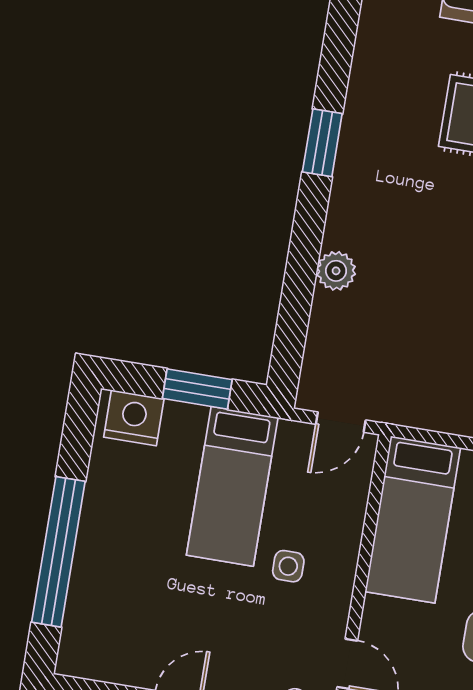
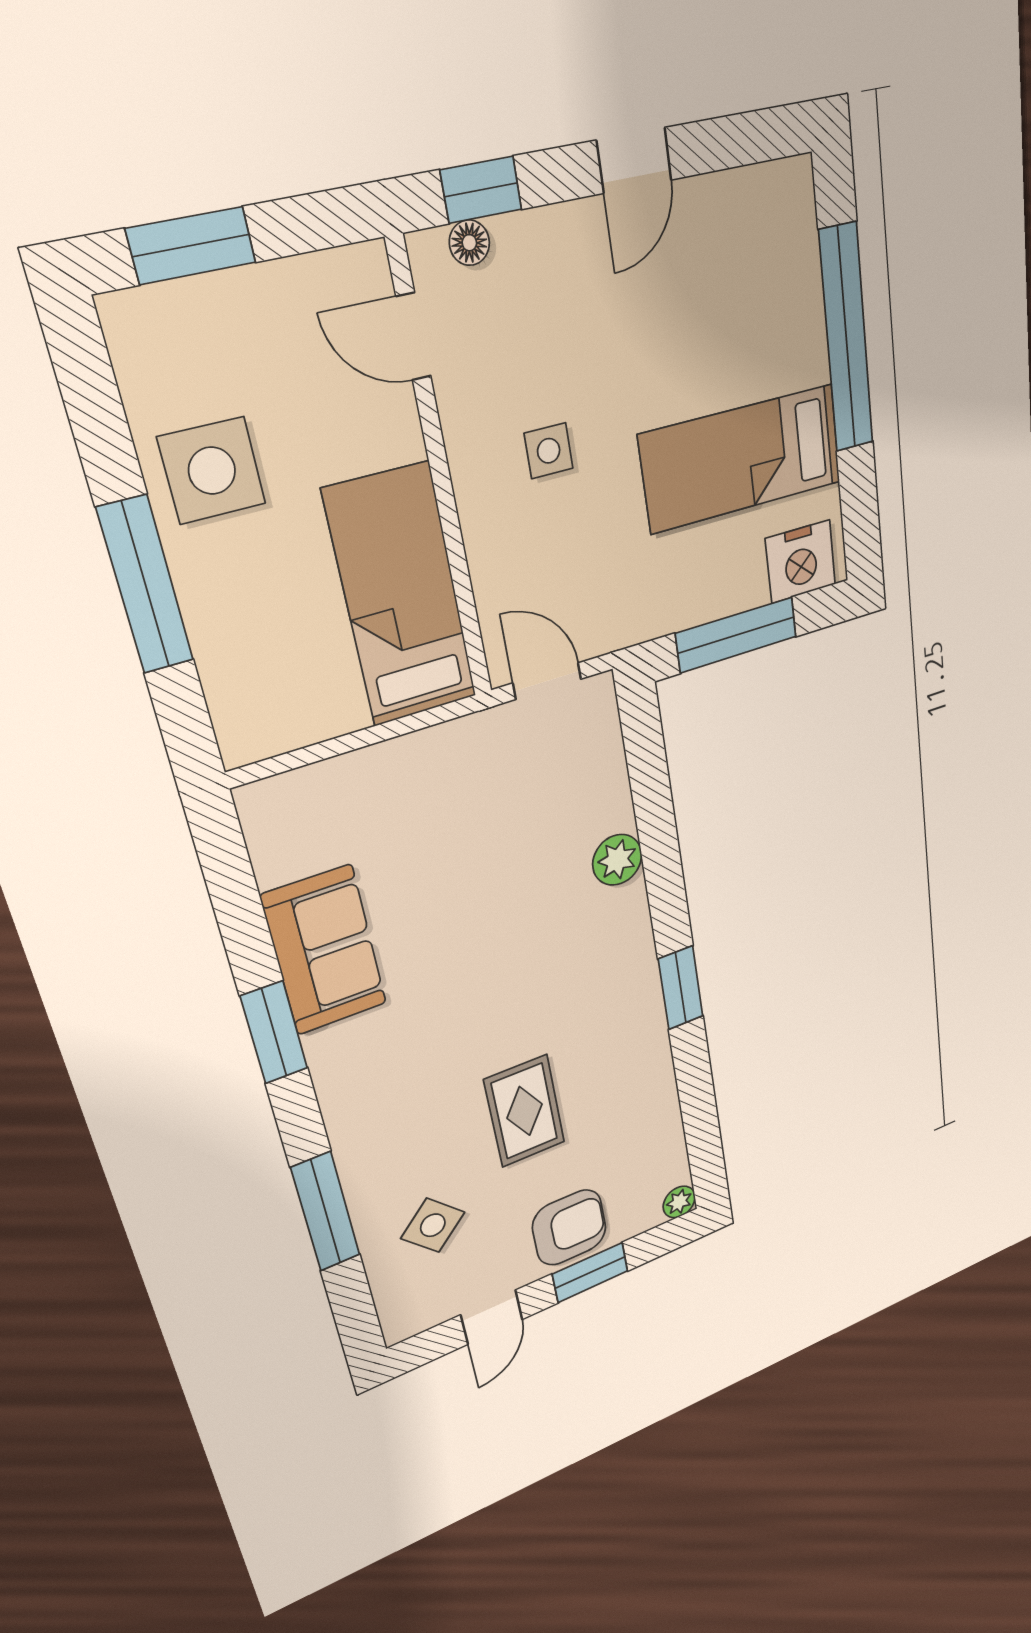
window: (197, 389) -> (737, 635), width x1.44
door: (341, 422) -> (547, 681), hinge flipped
bed: (232, 486) -> (742, 459), moved, turned -90

